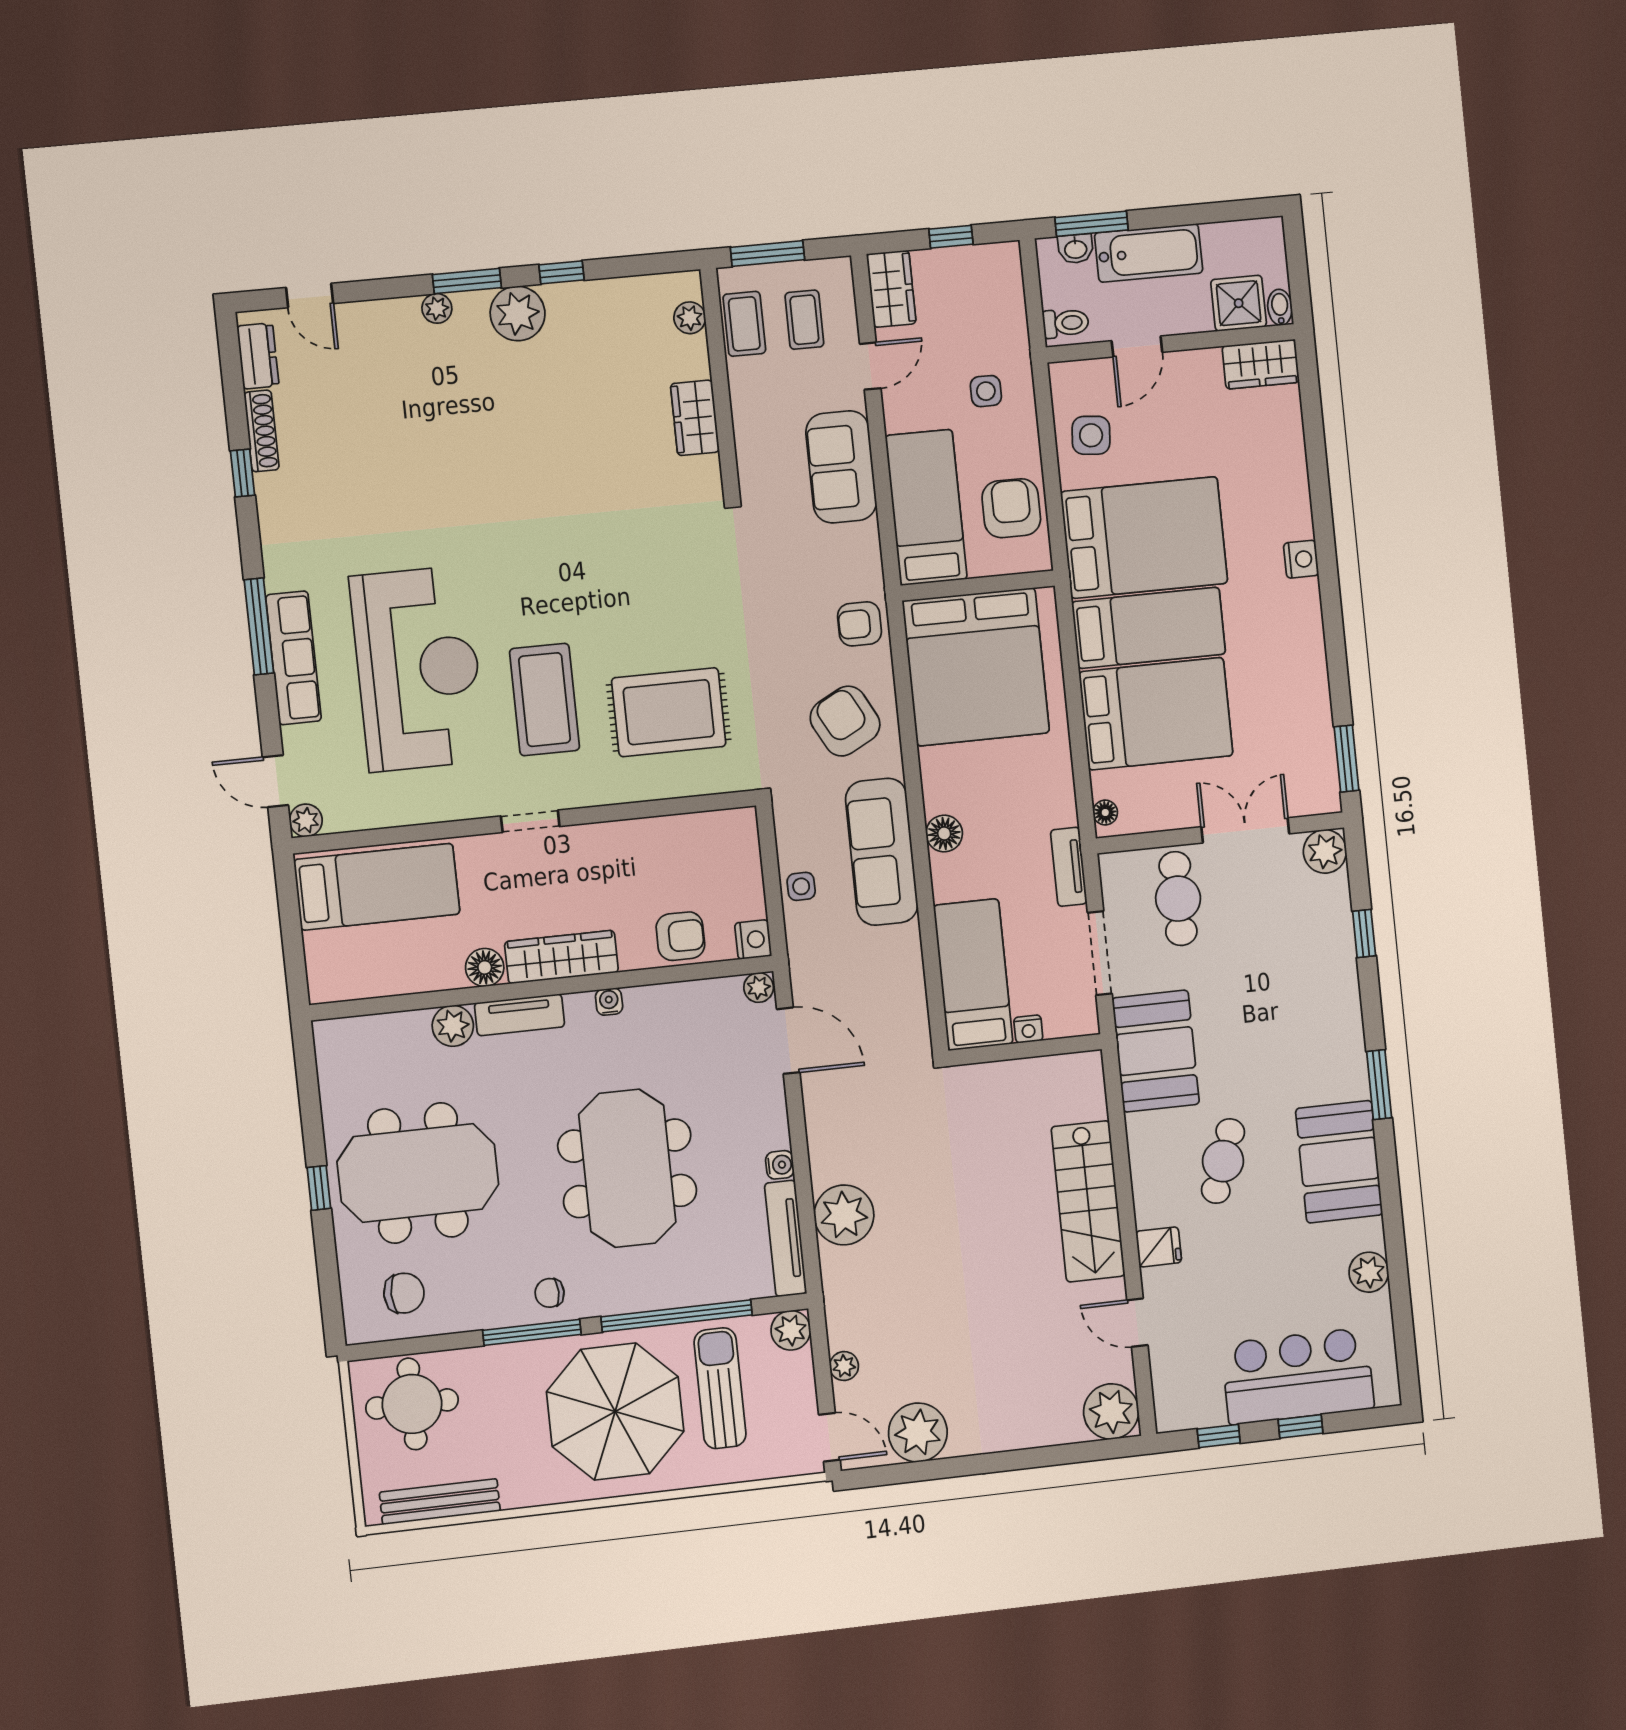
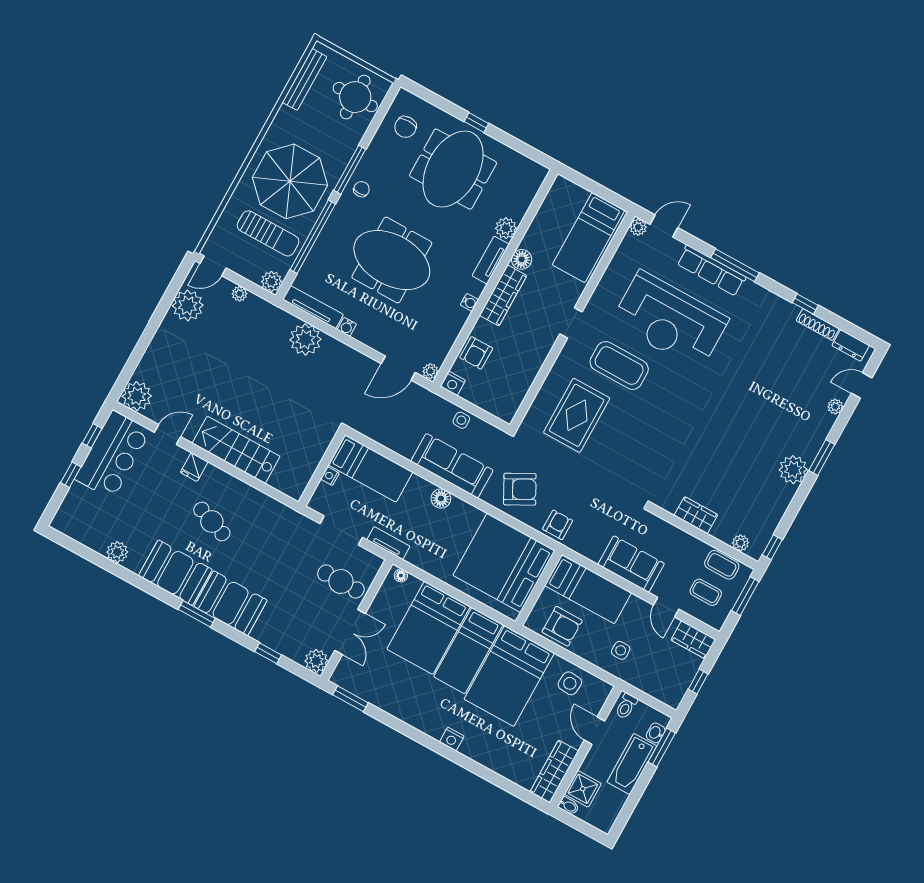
window: (562, 272) -> (772, 547), moved
plant: (437, 308) -> (835, 407), moved
wardrobe: (1261, 364) -> (554, 771), width x1.50
booth: (1156, 1051) -> (231, 603), moved
bar counter: (1298, 1376) -> (113, 455), moved

